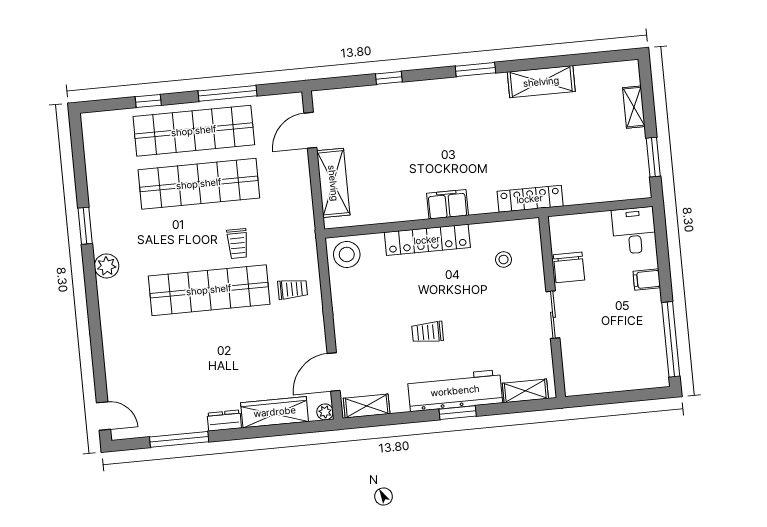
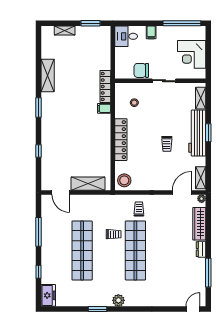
freezer: (103, 125) -> (48, 295), added
shop shelf: (194, 131) -> (55, 250), removed
filing cabinet: (447, 204) -> (104, 108), moved, width x0.50
chair: (569, 267) -> (141, 70), turned 180
corner desk: (611, 364) -> (192, 54), added
door: (334, 372) -> (182, 193), swing flipped

